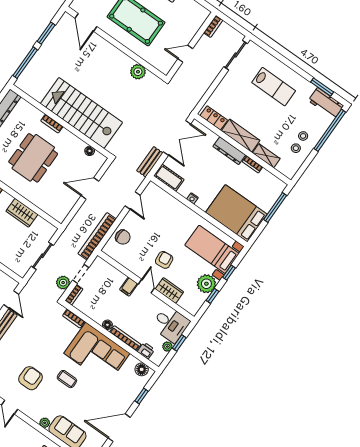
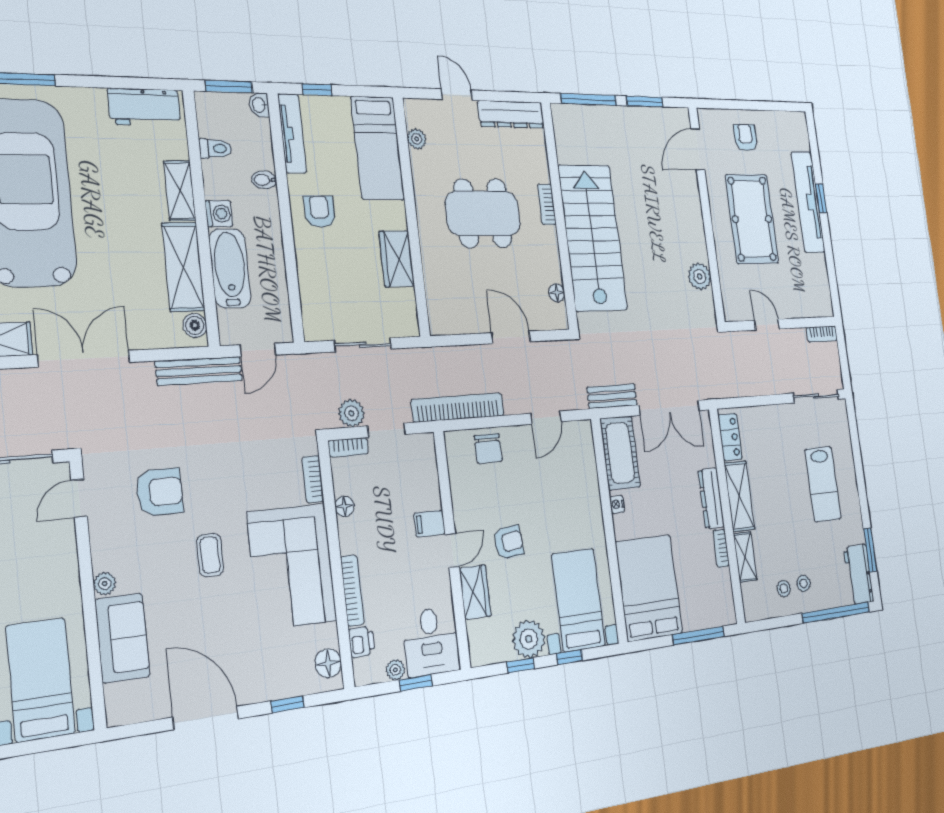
cot: (169, 178) -> (620, 453), width x1.37, depth x1.34
floor lamp: (107, 325) -> (344, 506), moved

